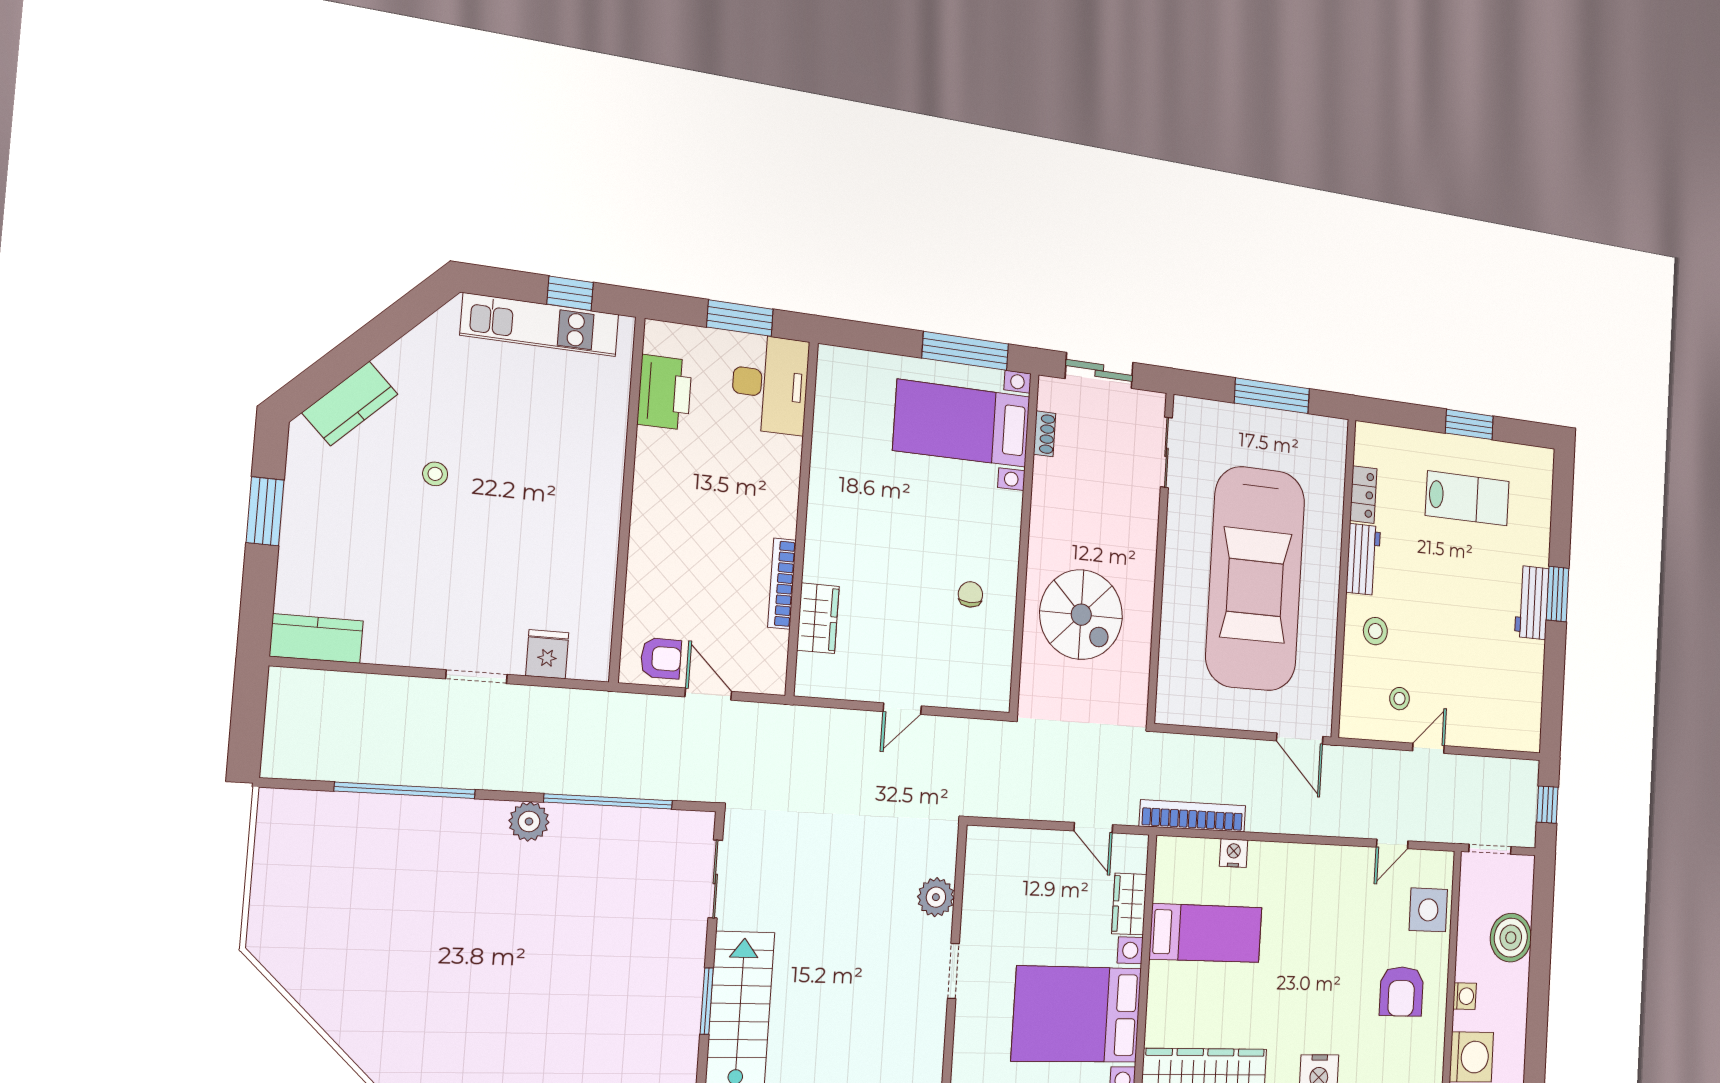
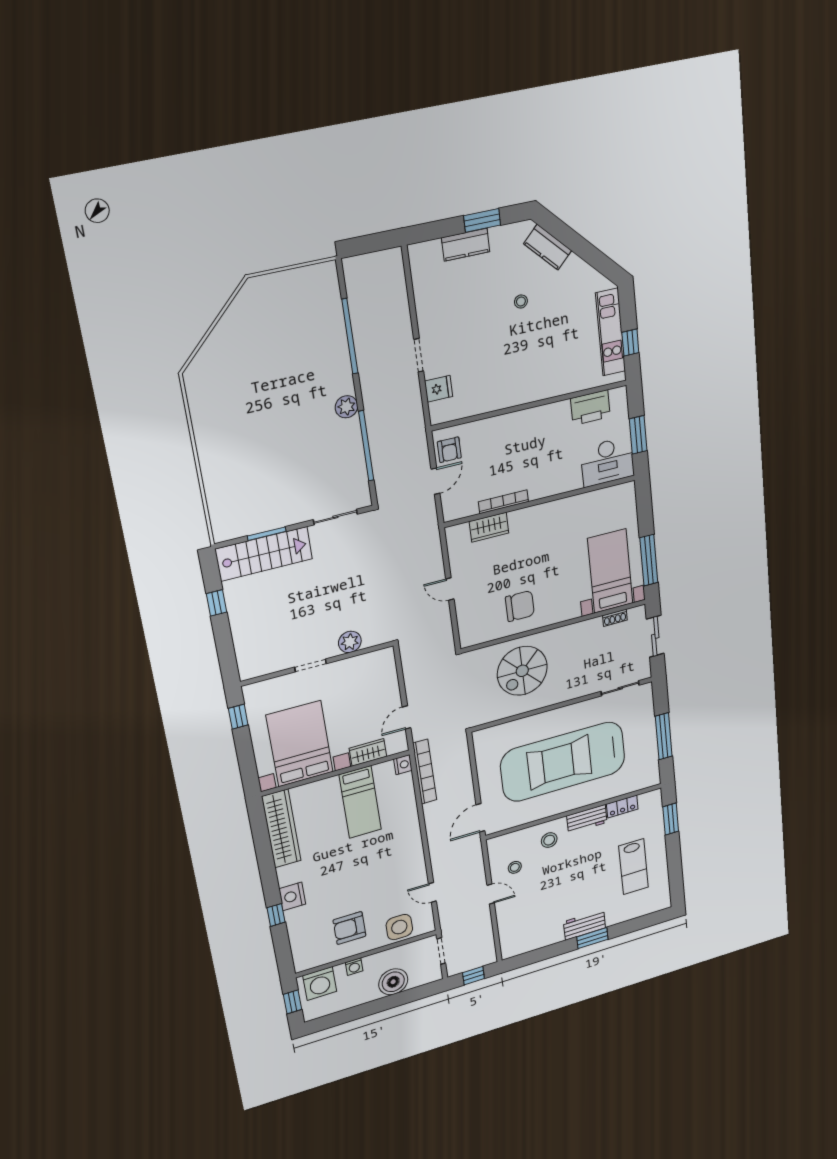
window: (1469, 425) -> (671, 819), moved
chair: (970, 594) -> (520, 606), width x1.87, depth x1.87
kitchen counter: (317, 639) -> (466, 245), moved, turned 90
nightstand: (1234, 853) -> (403, 765), moved

